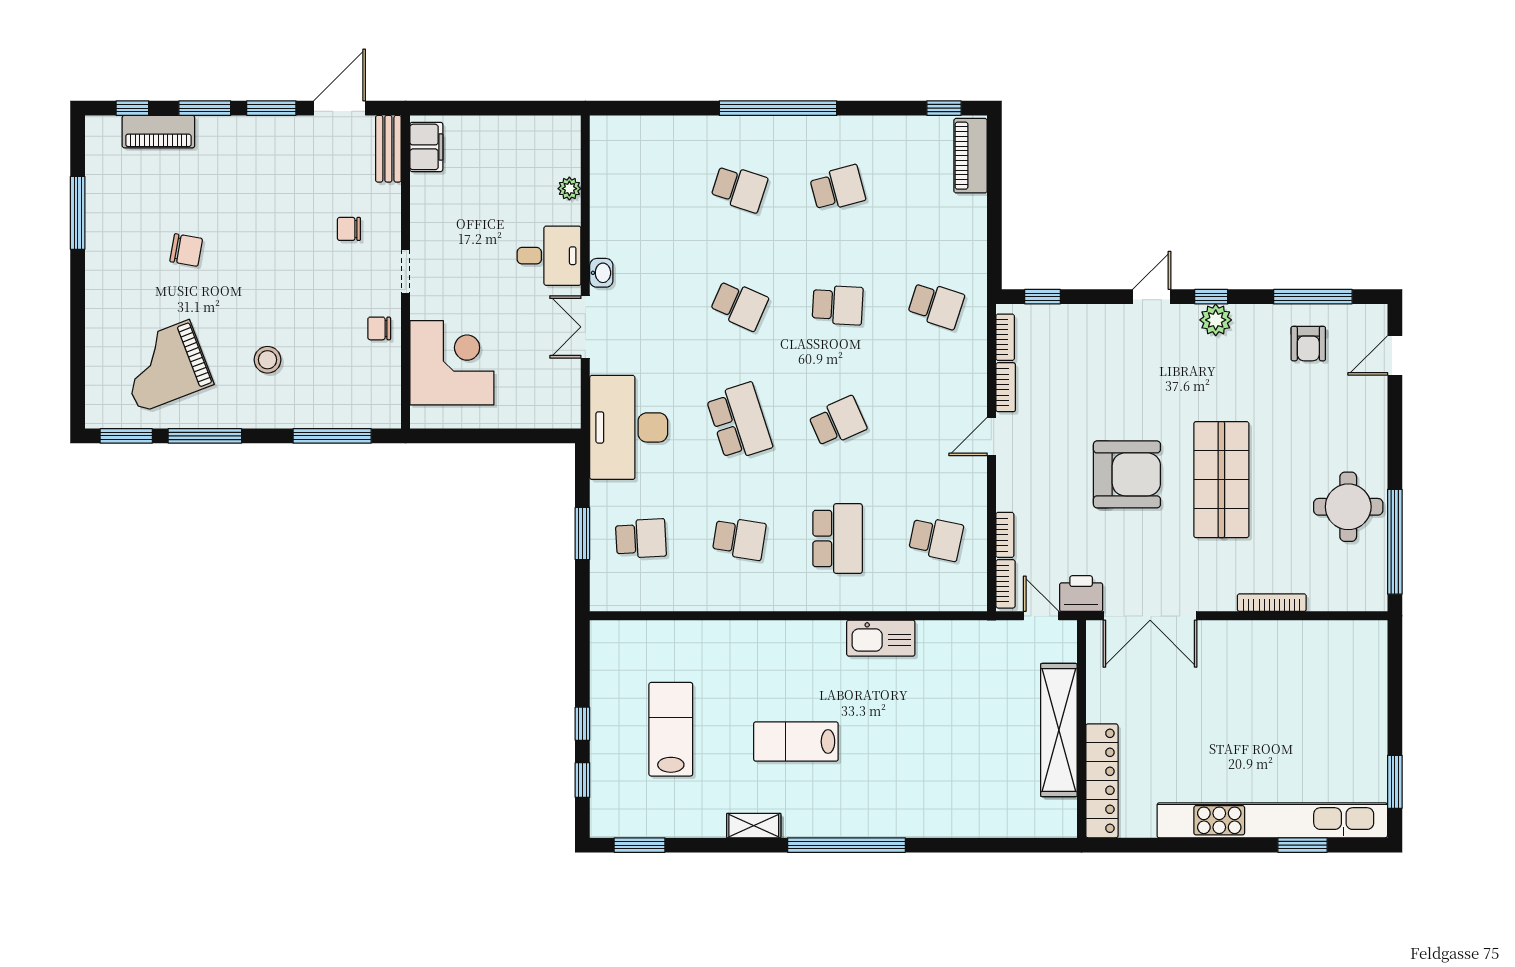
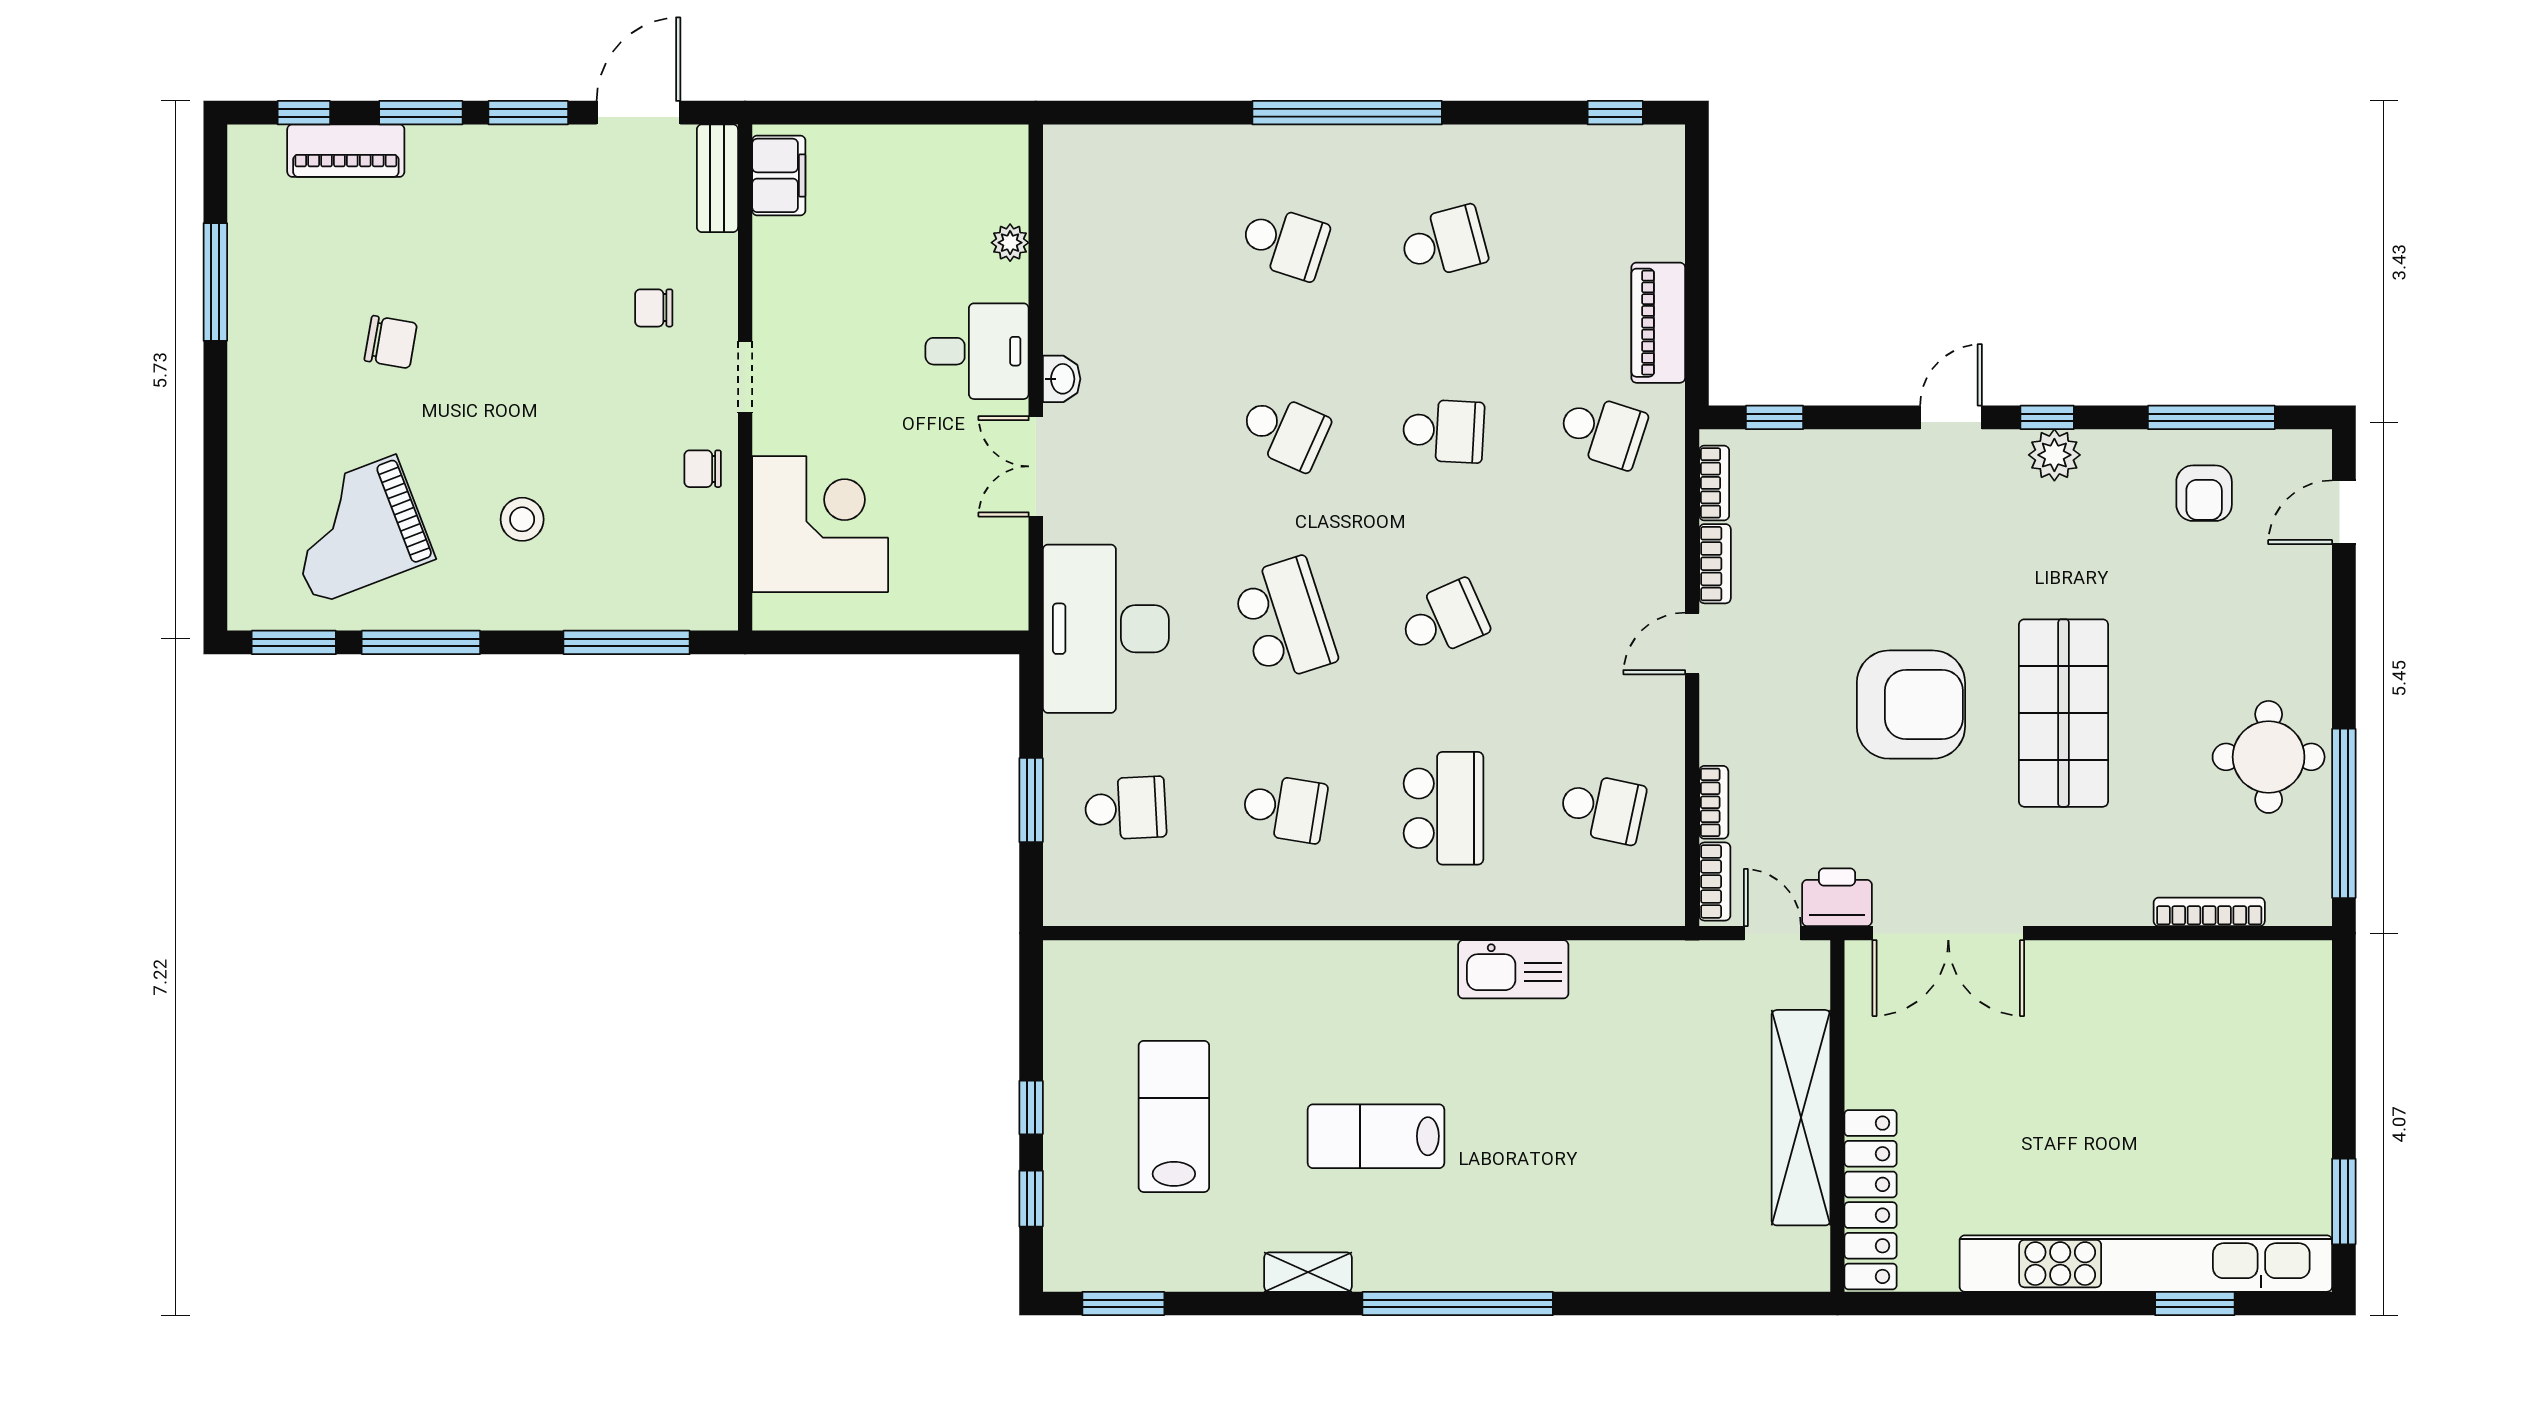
piano: (971, 156) -> (1658, 323), moved
bookcase: (1272, 603) -> (2209, 912), moved

